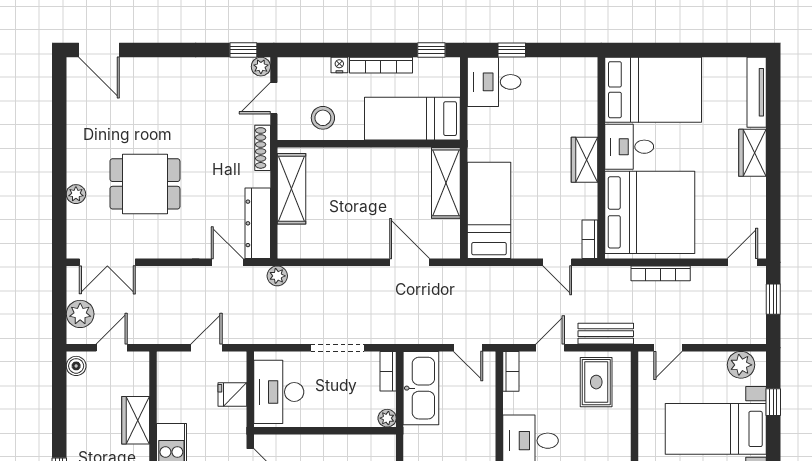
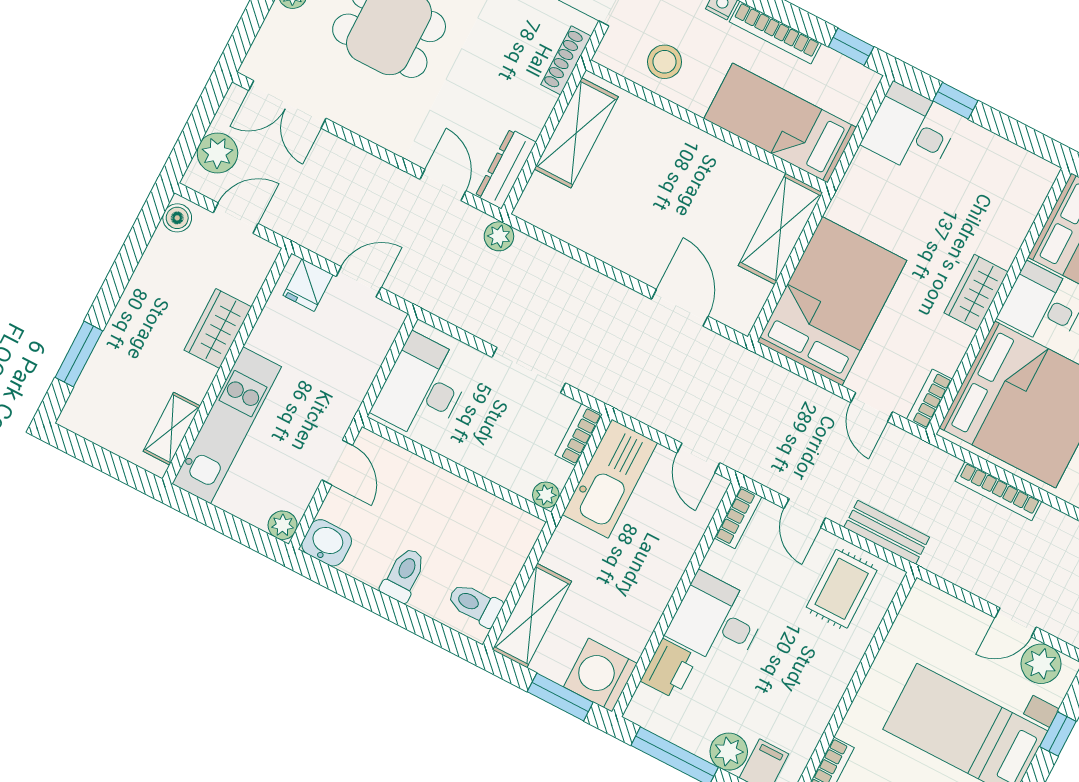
bed: (489, 210) -> (832, 301), width x1.50
dresser: (258, 223) -> (506, 169), width x0.73, depth x0.80
door: (550, 348) -> (805, 513), swing flipped
door: (668, 348) -> (1016, 622), moved
fridge: (232, 395) -> (308, 285), moved, turned -90

